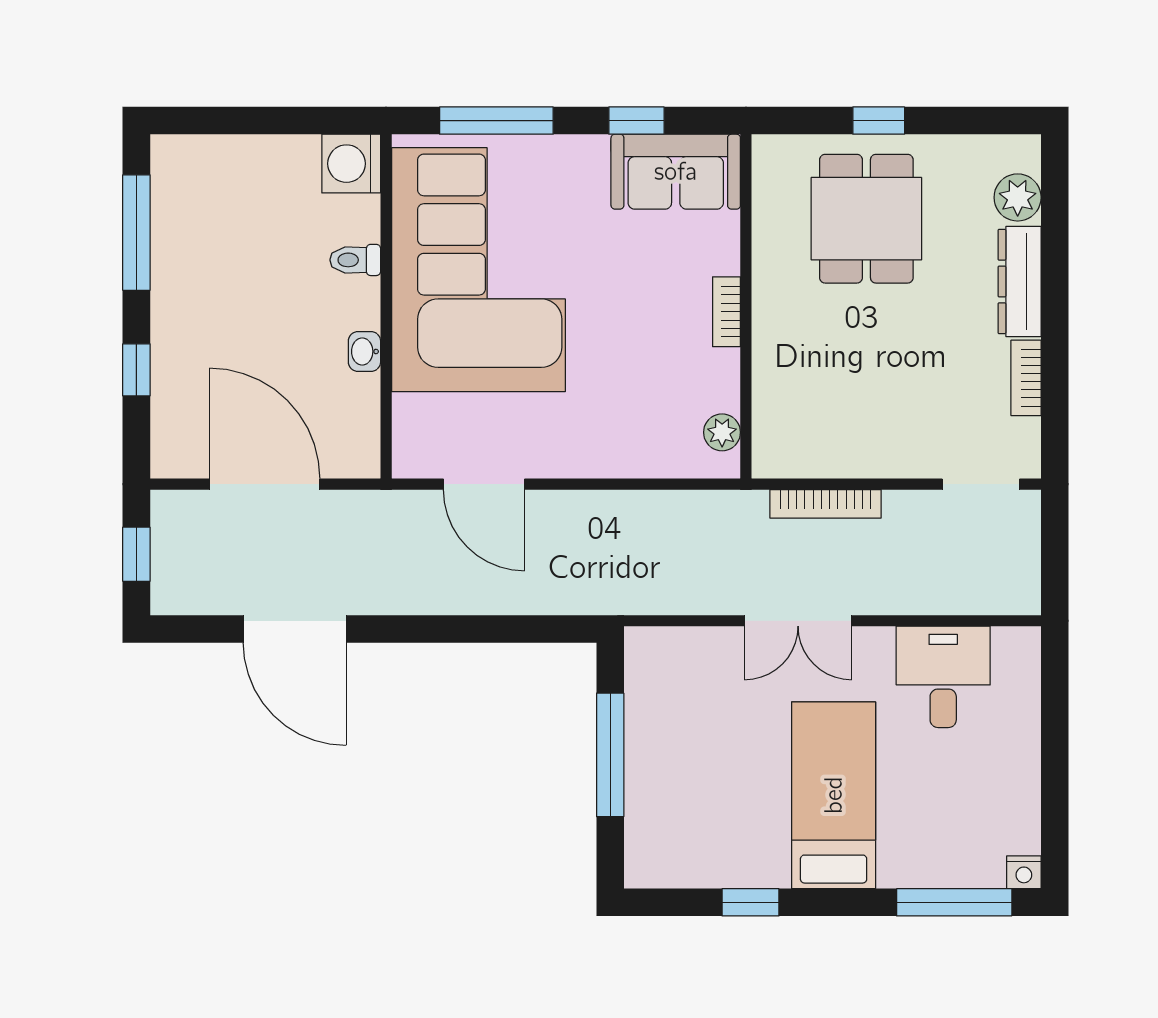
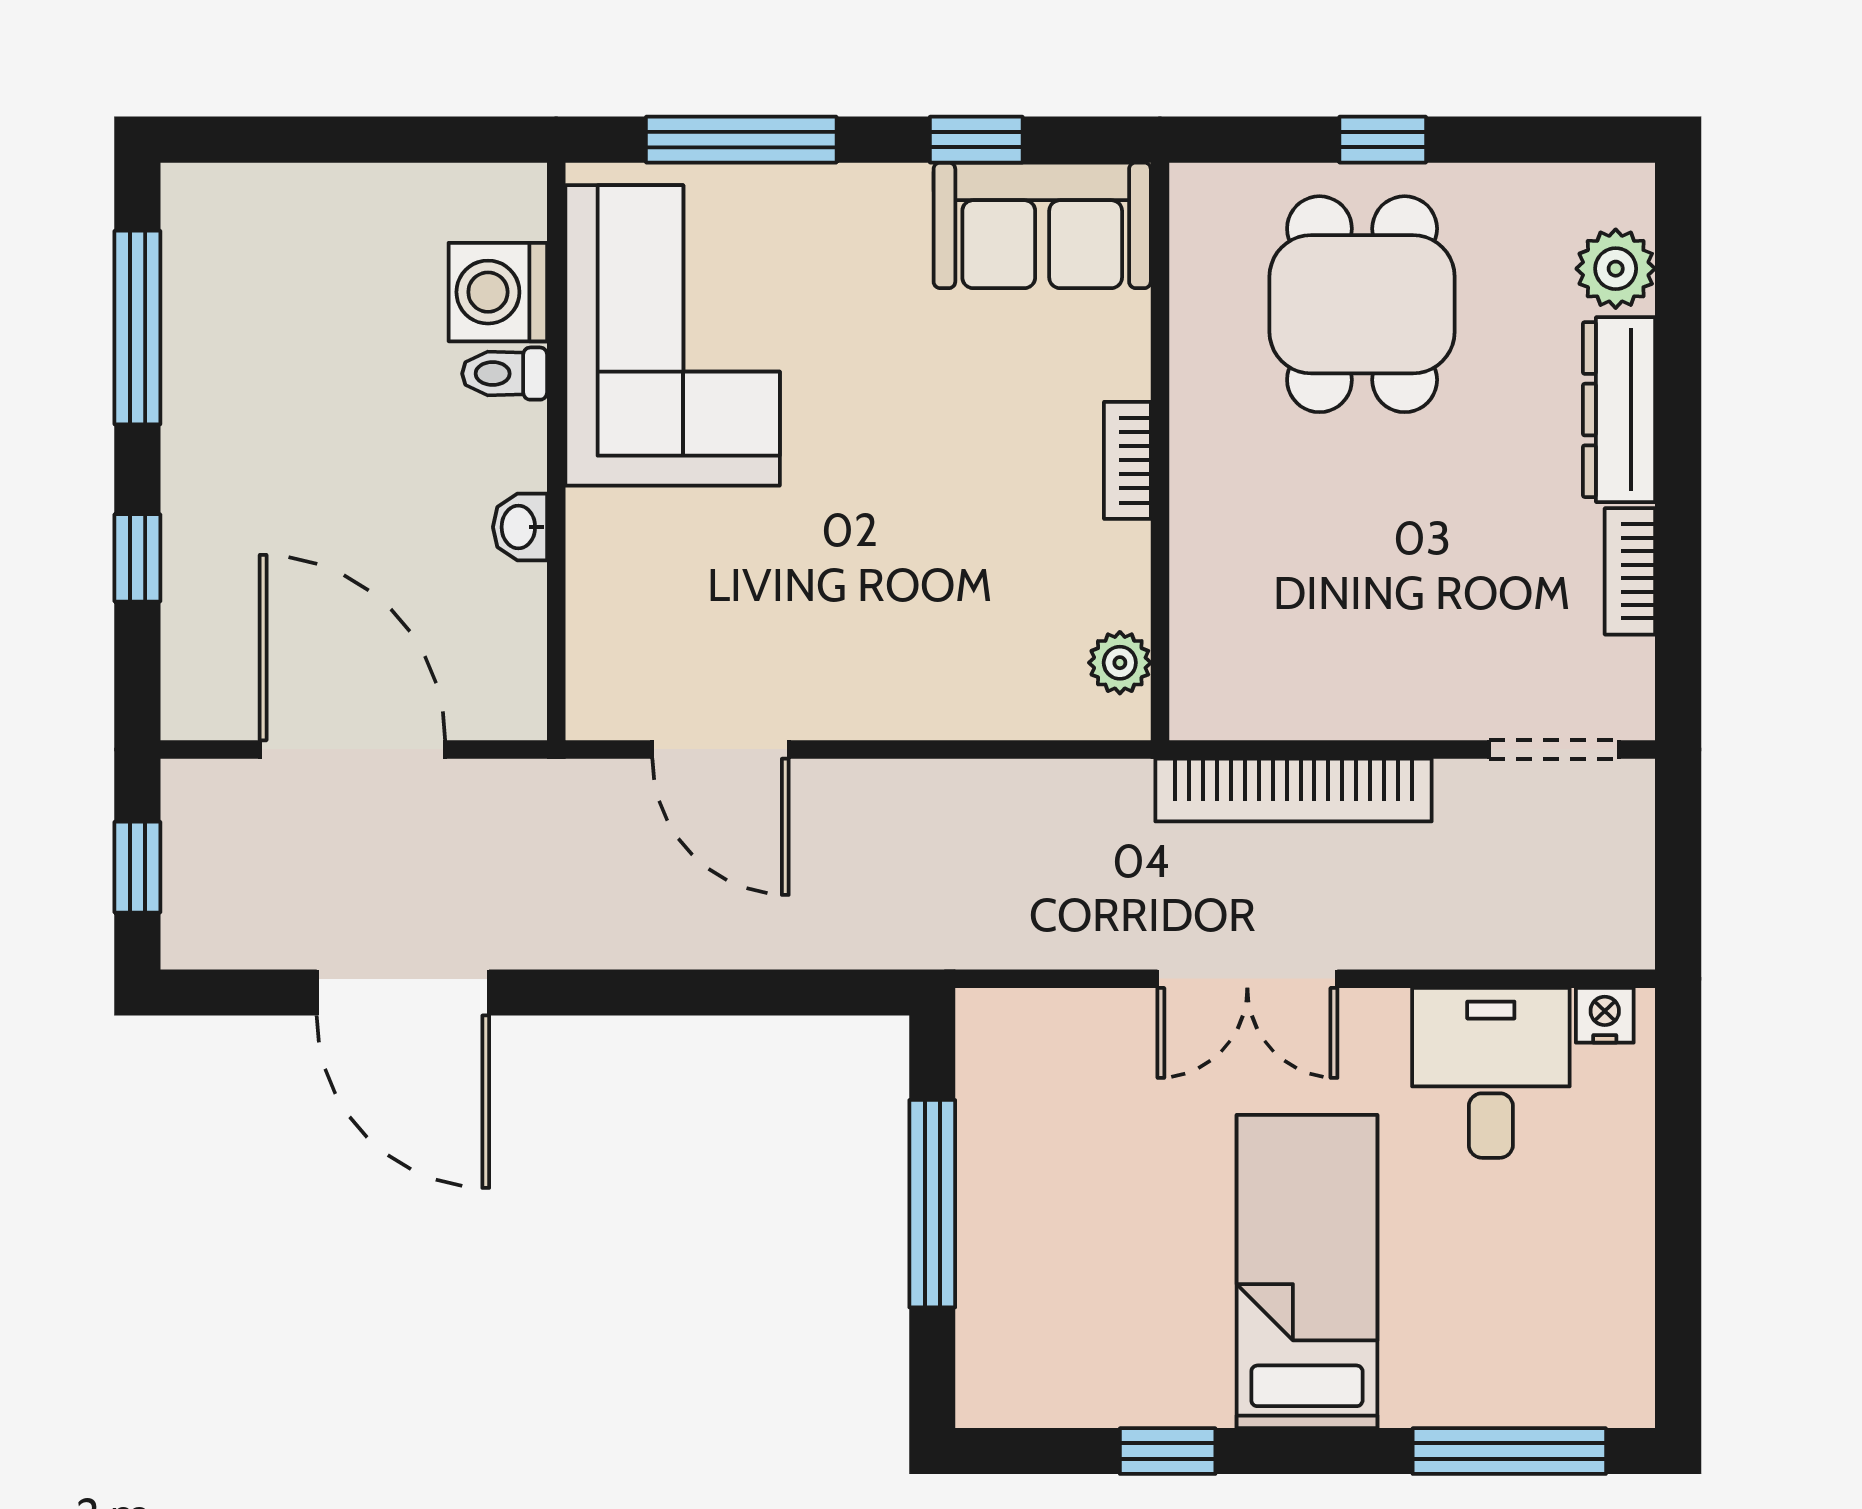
washing machine: (351, 164) -> (498, 292), moved
corner sofa: (478, 270) -> (673, 335), width x0.73, depth x0.74
bookcase: (826, 504) -> (1294, 790), width x1.48, depth x1.31
nightstand: (1024, 872) -> (1605, 1015), moved, turned 180

